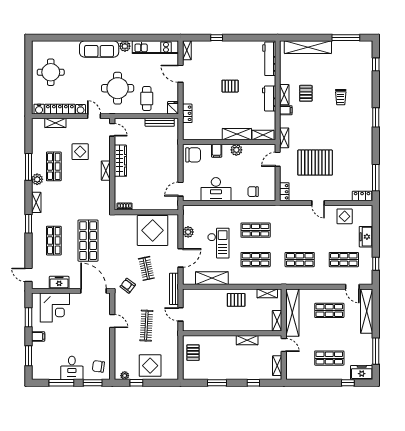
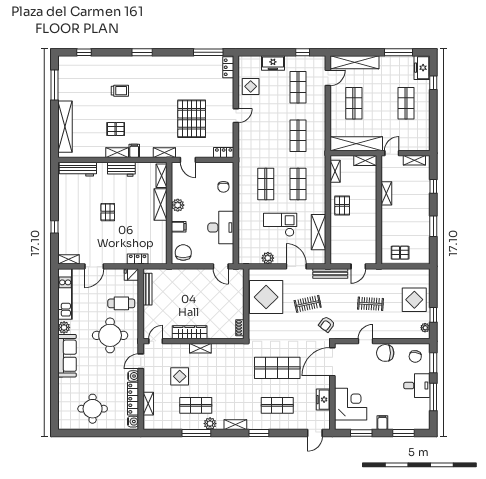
clothes rail: (146, 326) -> (370, 304), width x0.73
chair: (102, 339) -> (385, 353), added

